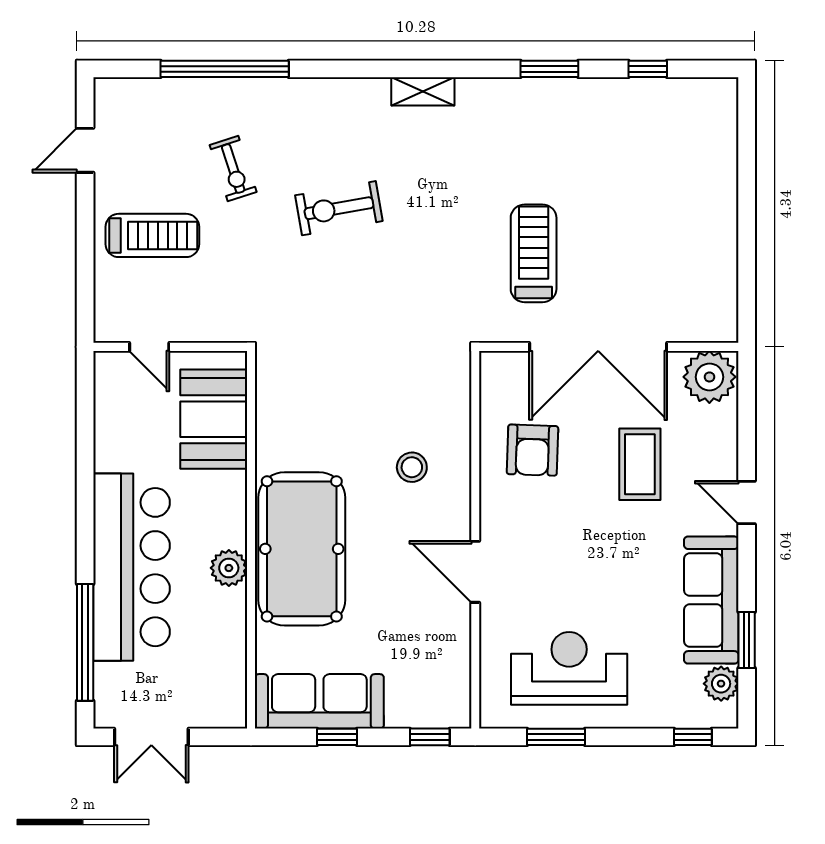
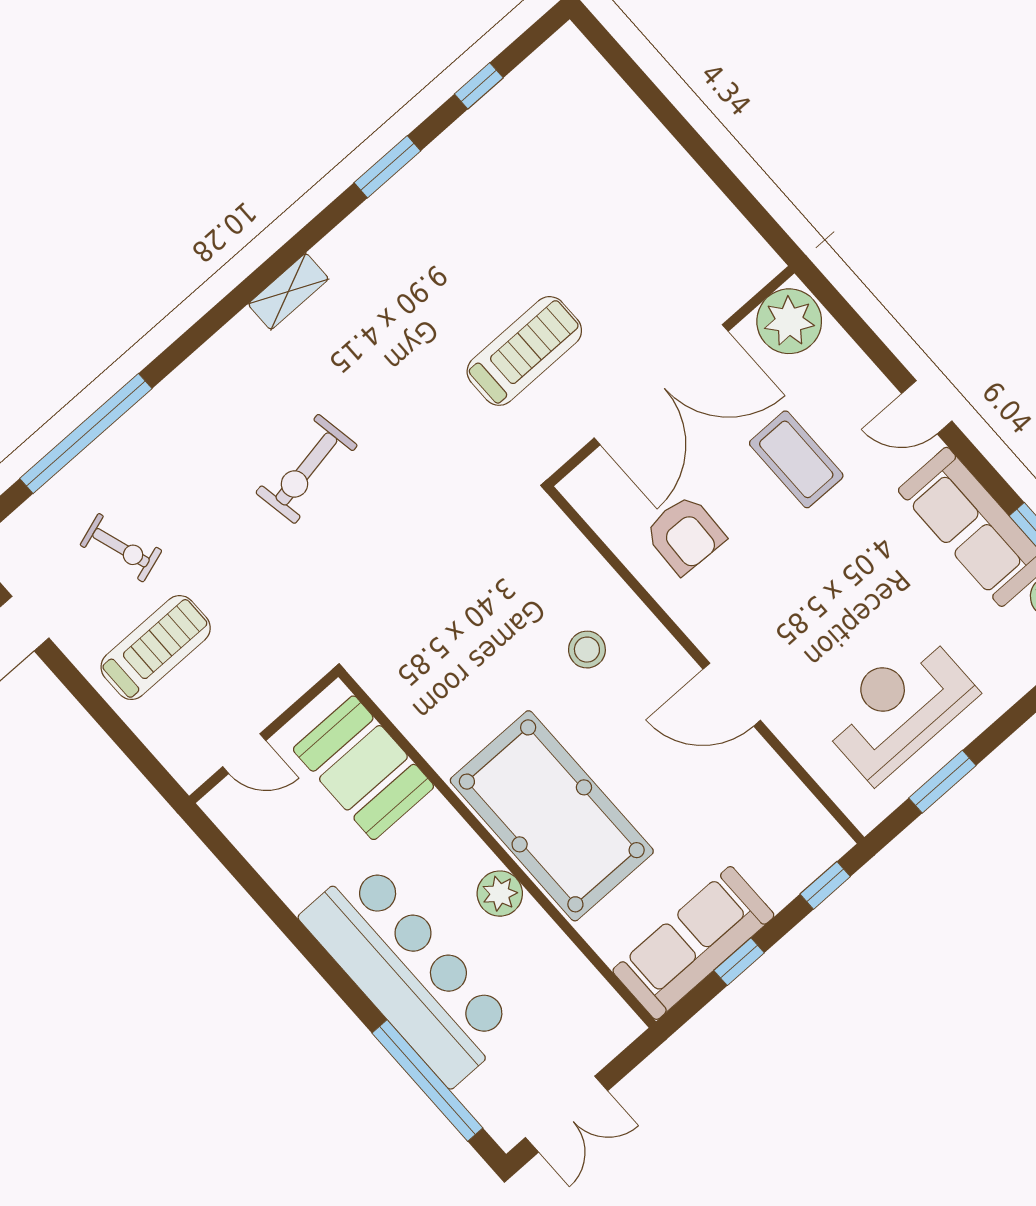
exercise bike: (233, 169) -> (121, 548), moved
treadmill: (534, 253) -> (524, 351), turned 90

